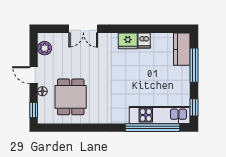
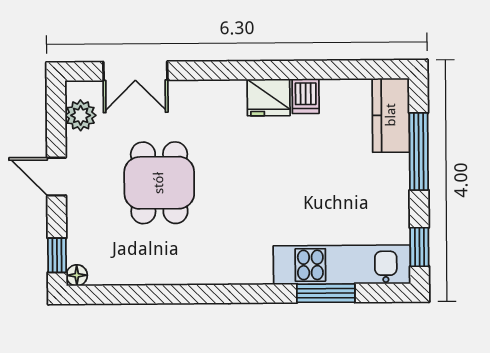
double door: (83, 29) -> (135, 71), moved
floor lamp: (42, 91) -> (77, 275), moved
dining table: (71, 97) -> (159, 183), moved
window: (152, 128) -> (326, 293), width x0.47

